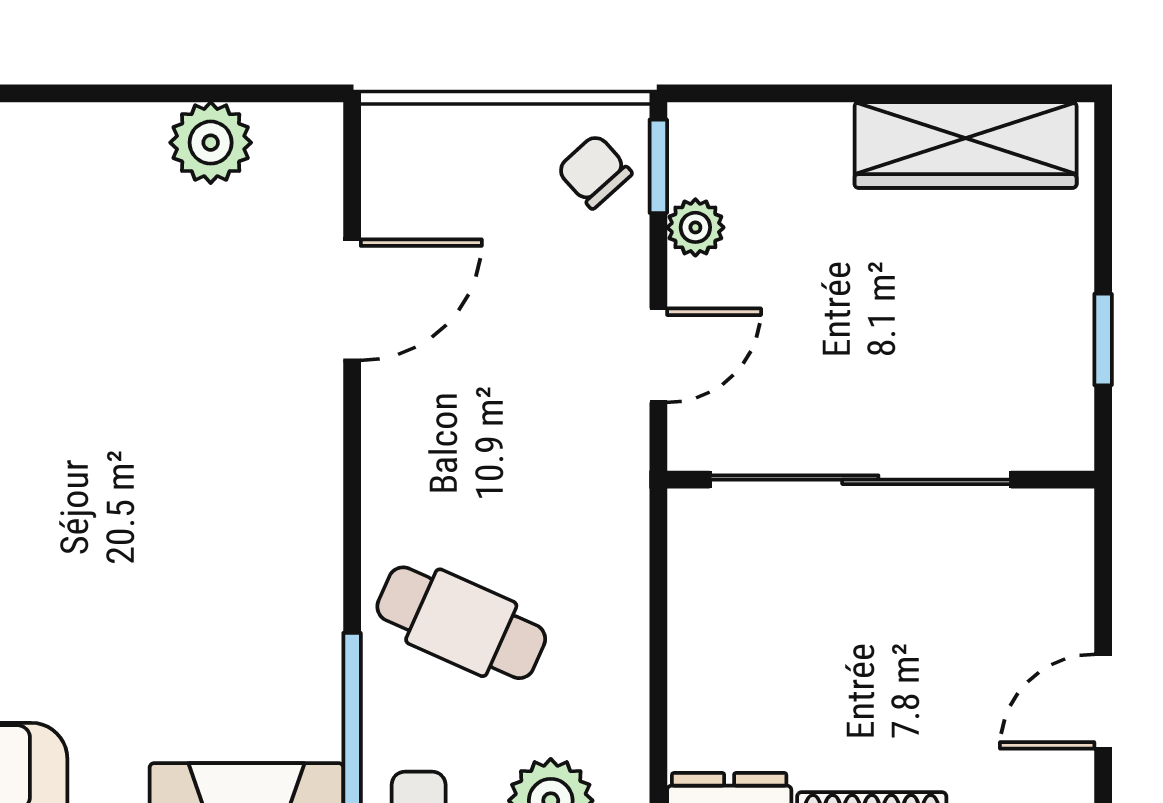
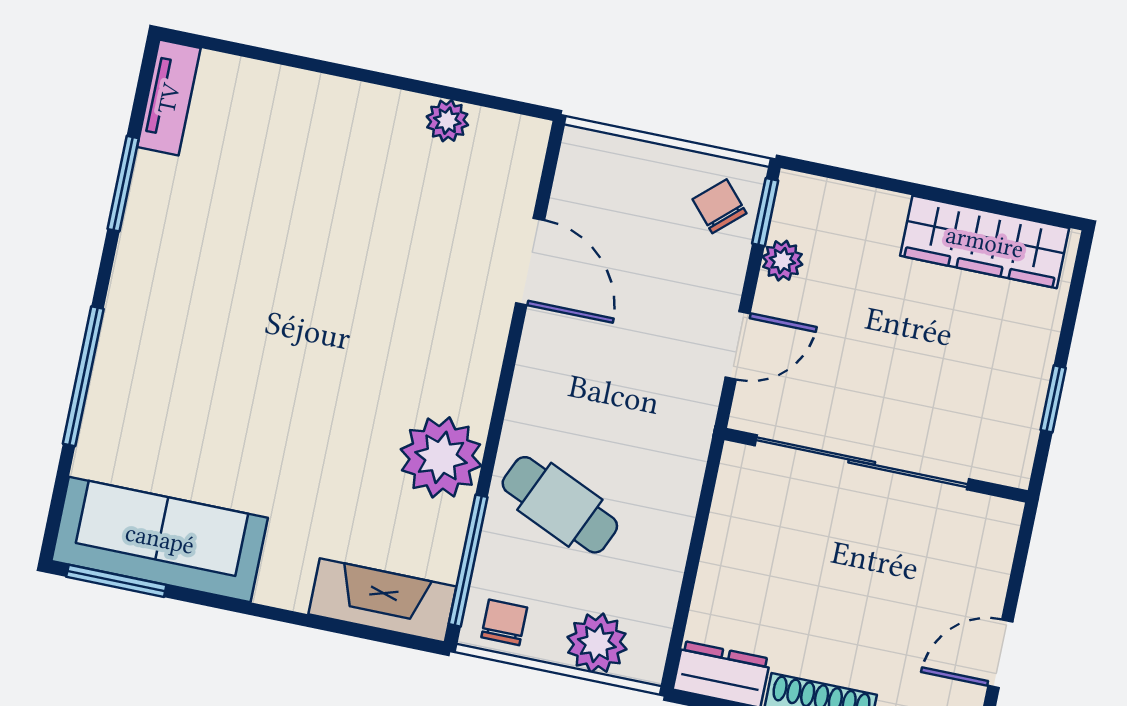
plant: (211, 143) -> (447, 121), width x0.73, depth x0.73
door: (352, 300) -> (530, 261), hinge flipped
plant: (286, 592) -> (441, 457), added

